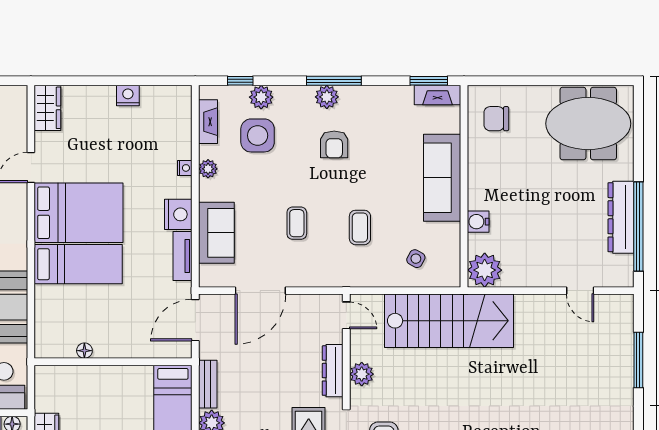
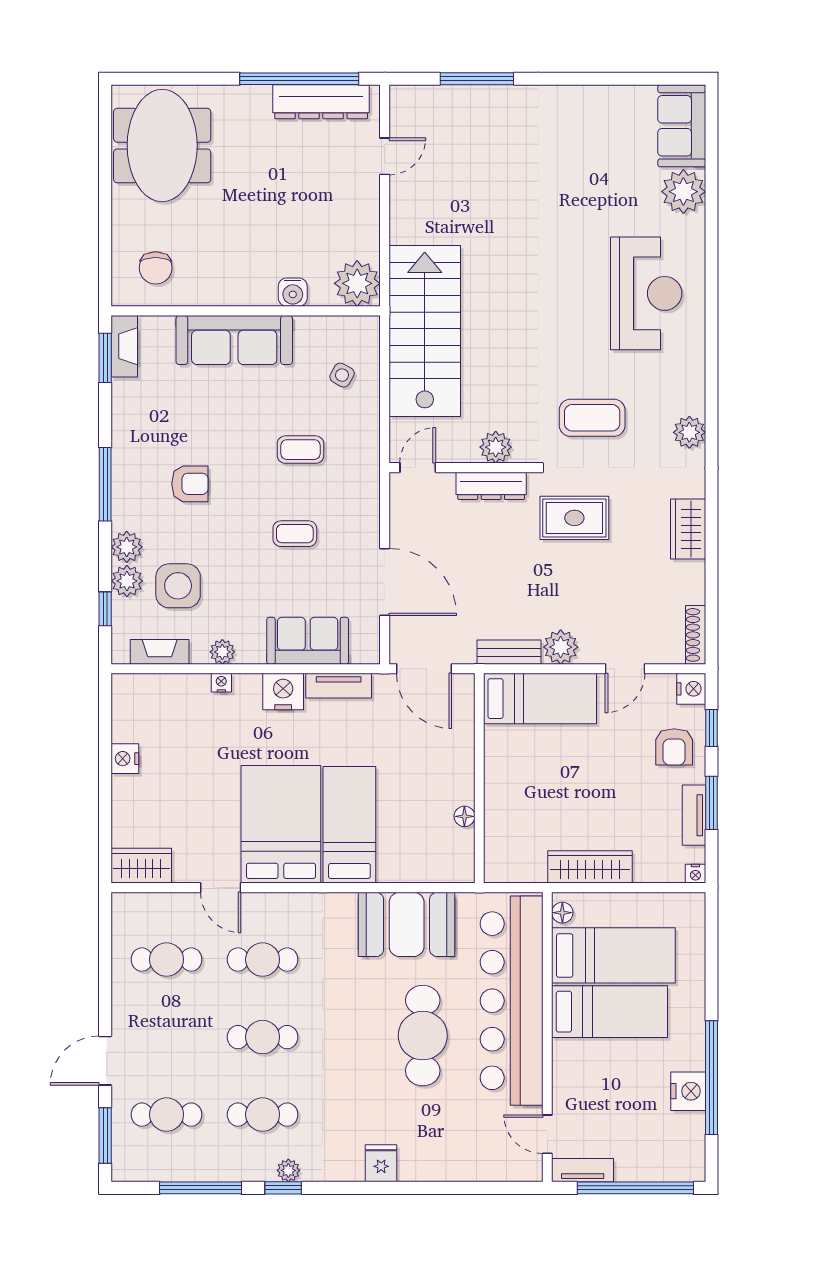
plant: (327, 97) -> (127, 547), moved
dresser: (621, 217) -> (321, 102), moved

